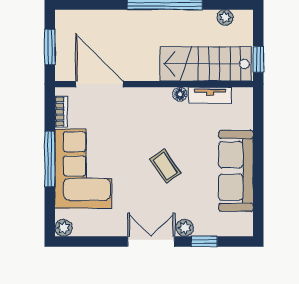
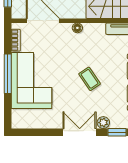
floor lamp: (180, 94) -> (77, 28), moved
plant: (64, 228) -> (17, 123), removed

